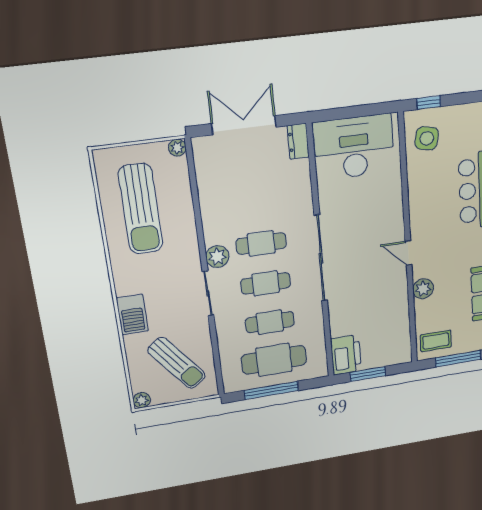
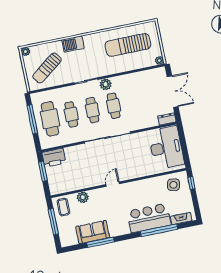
plant: (423, 289) -> (83, 197), moved

